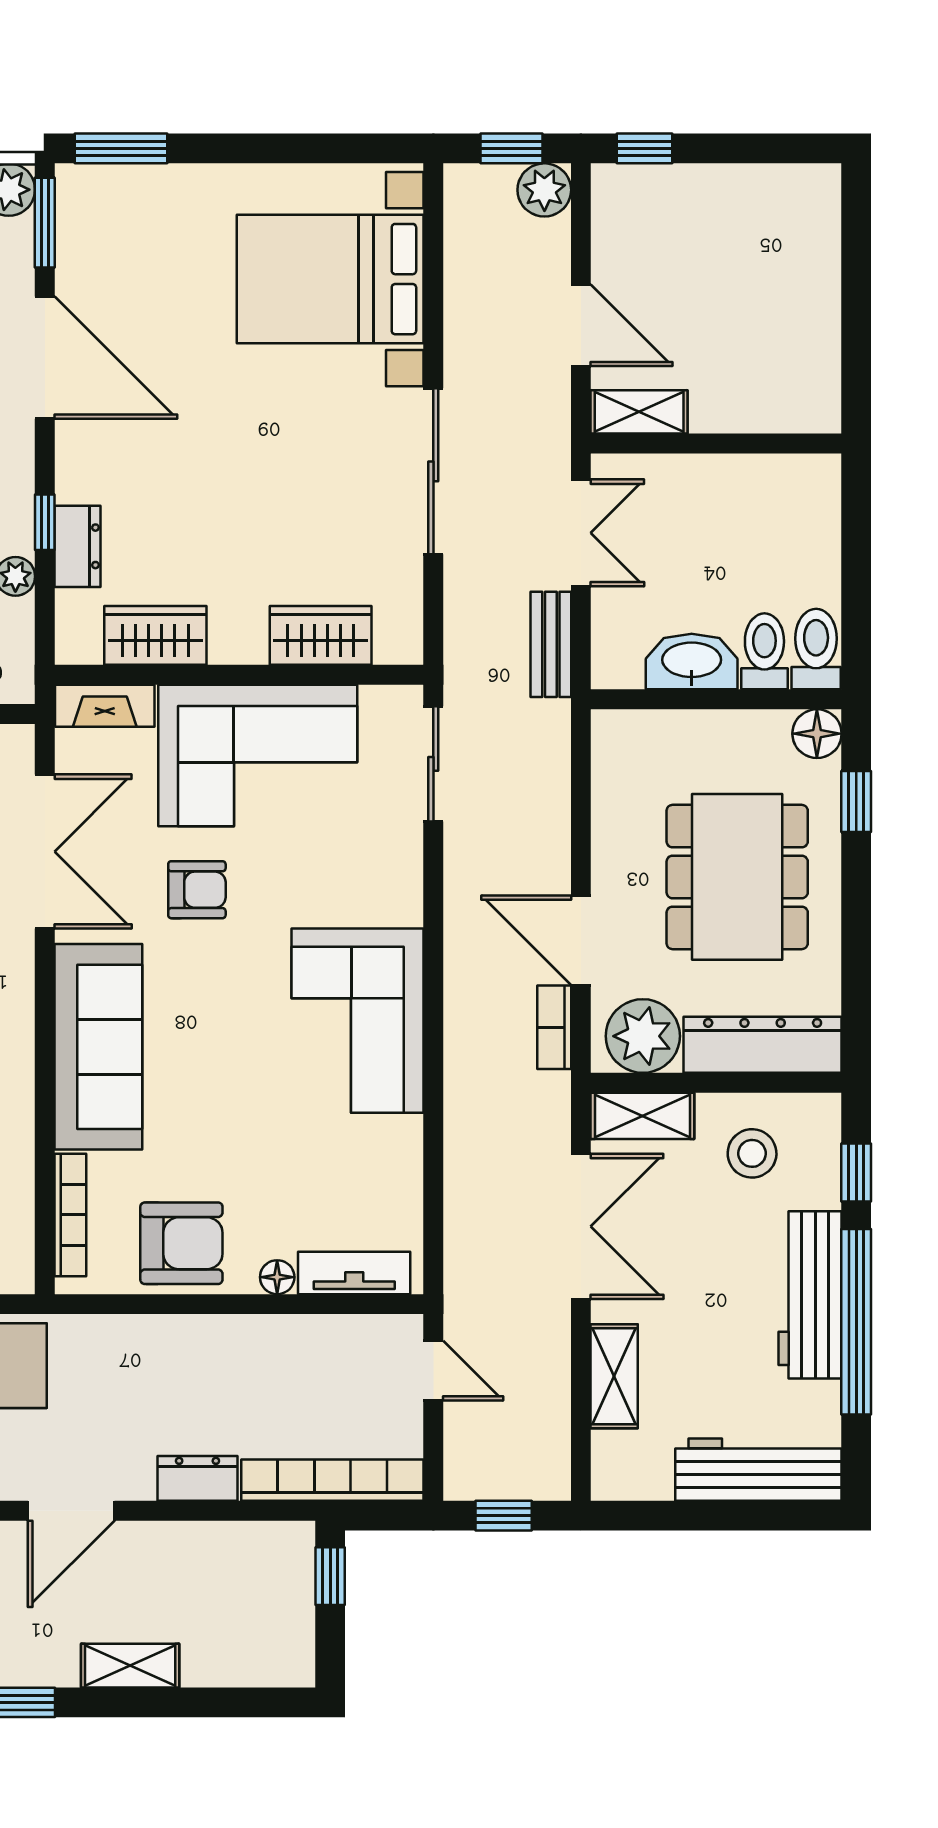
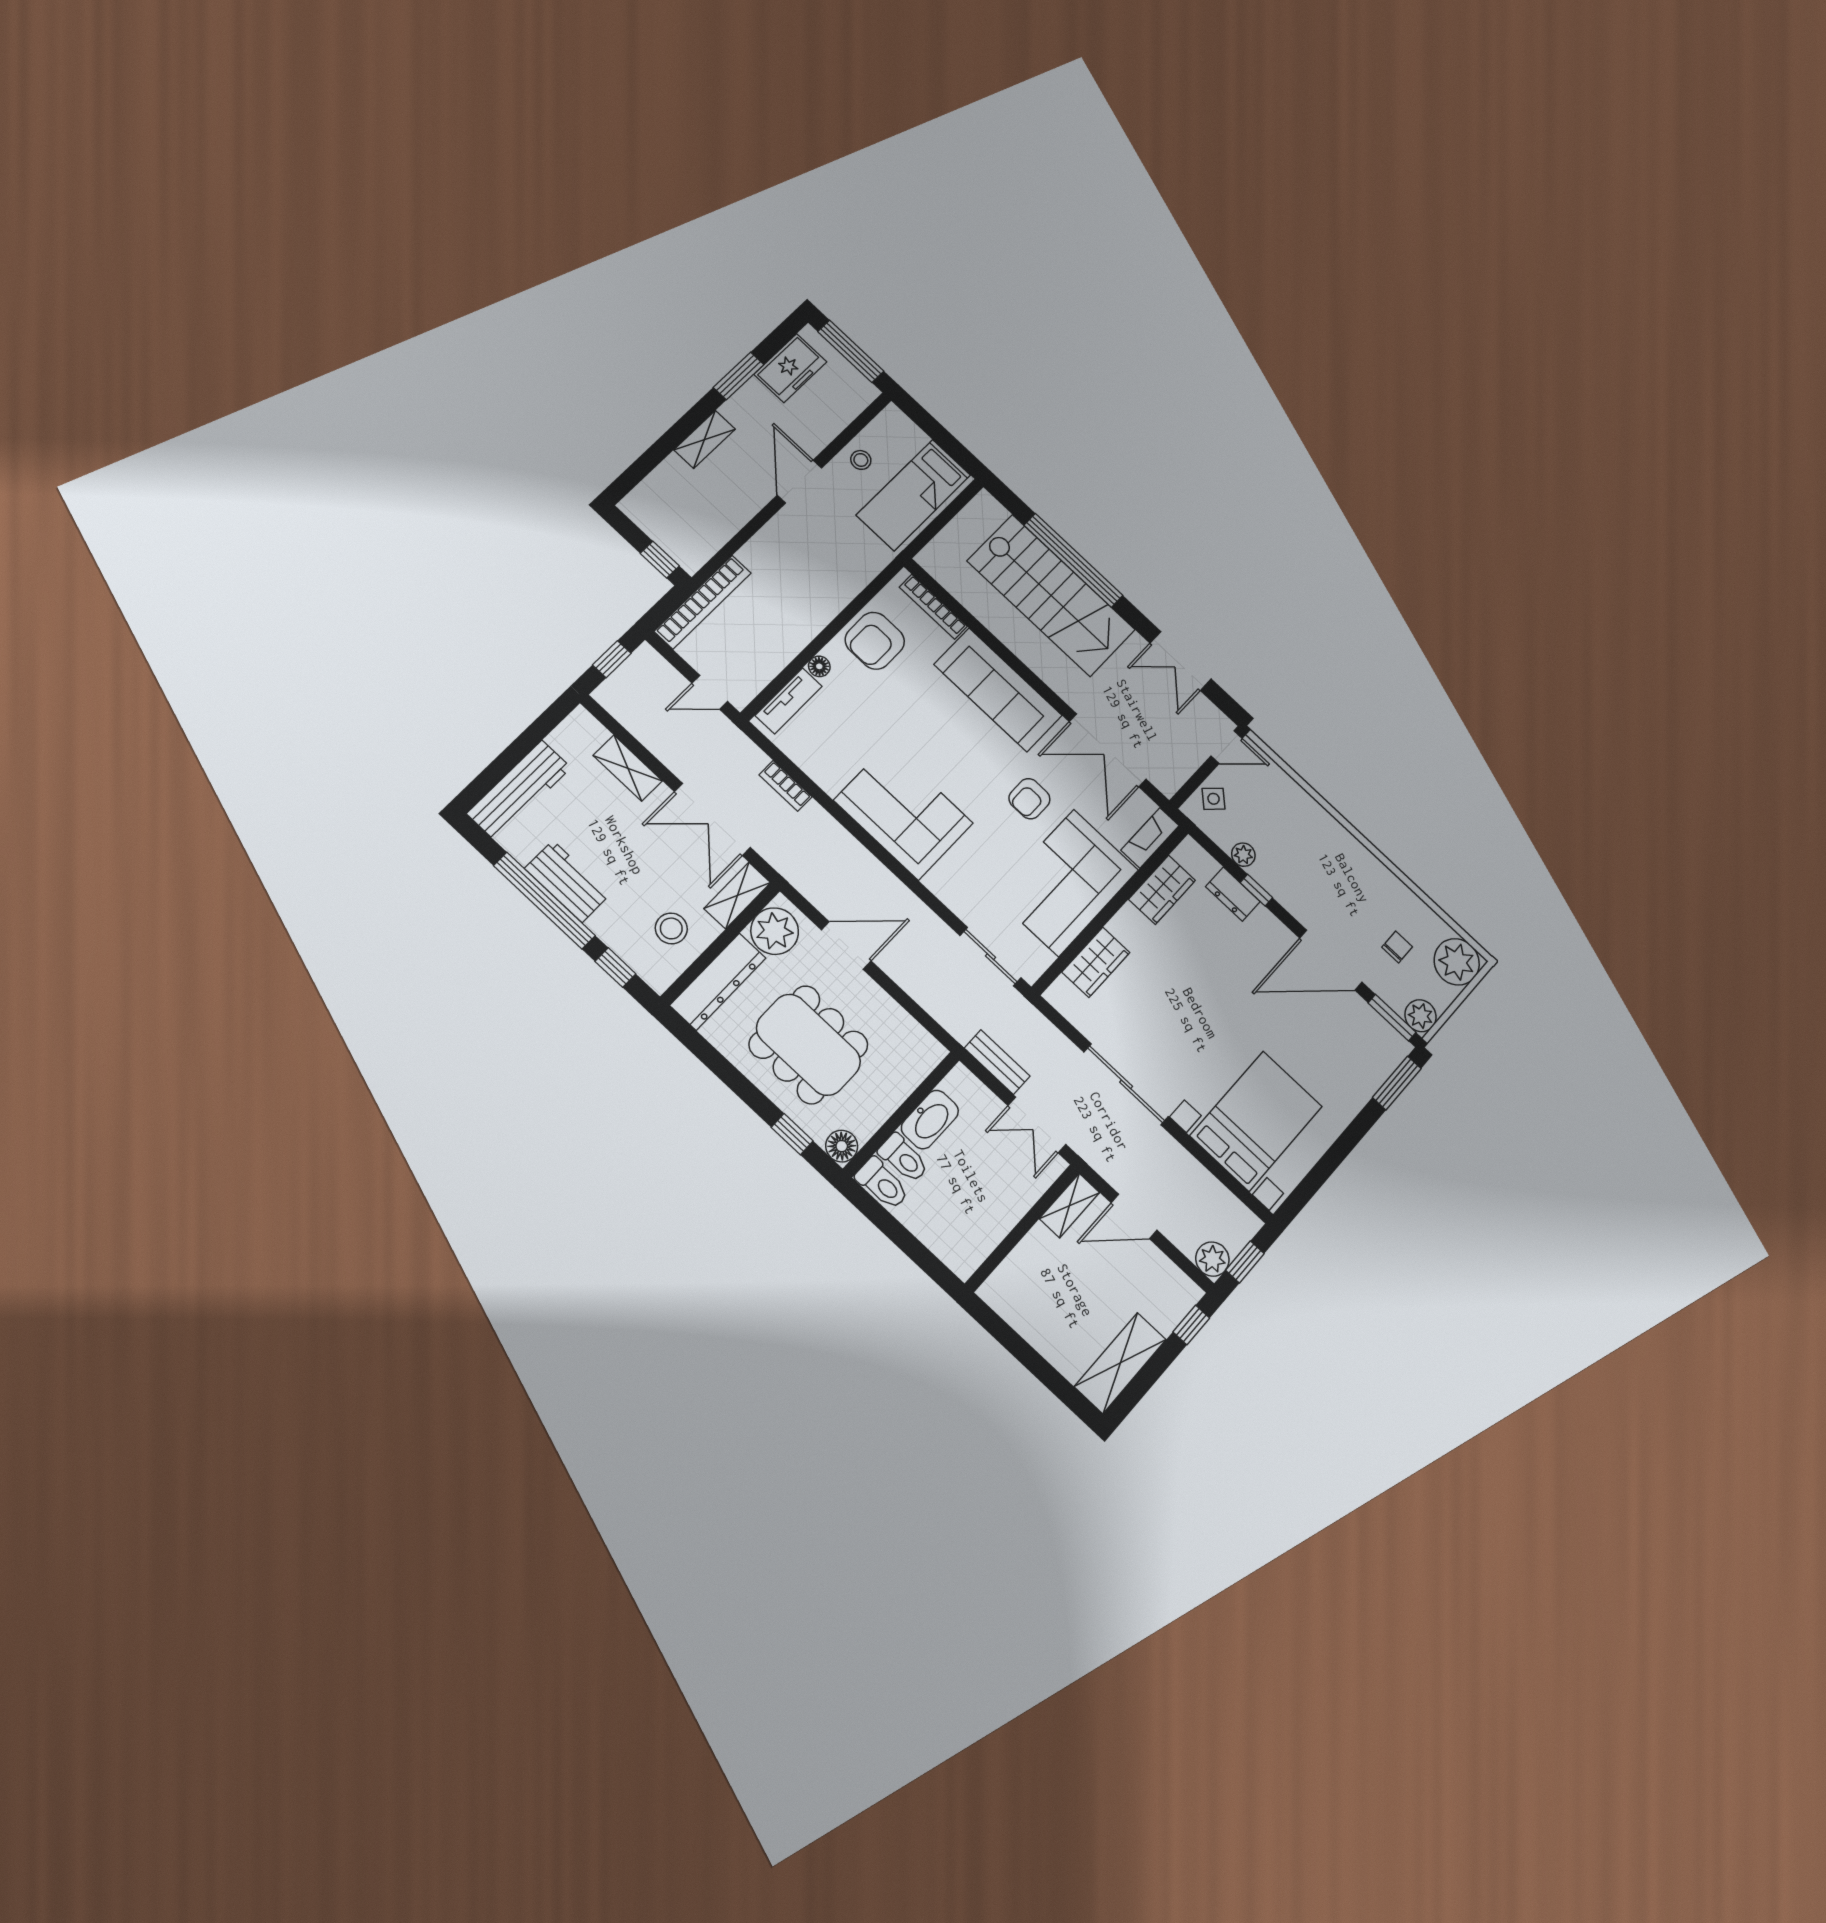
shelving: (765, 194) -> (1120, 1363), added
bookcase: (554, 1027) -> (785, 786), moved, turned 180
workbench: (810, 1295) -> (567, 881), width x0.73
dresser: (197, 1478) -> (761, 547), removed

